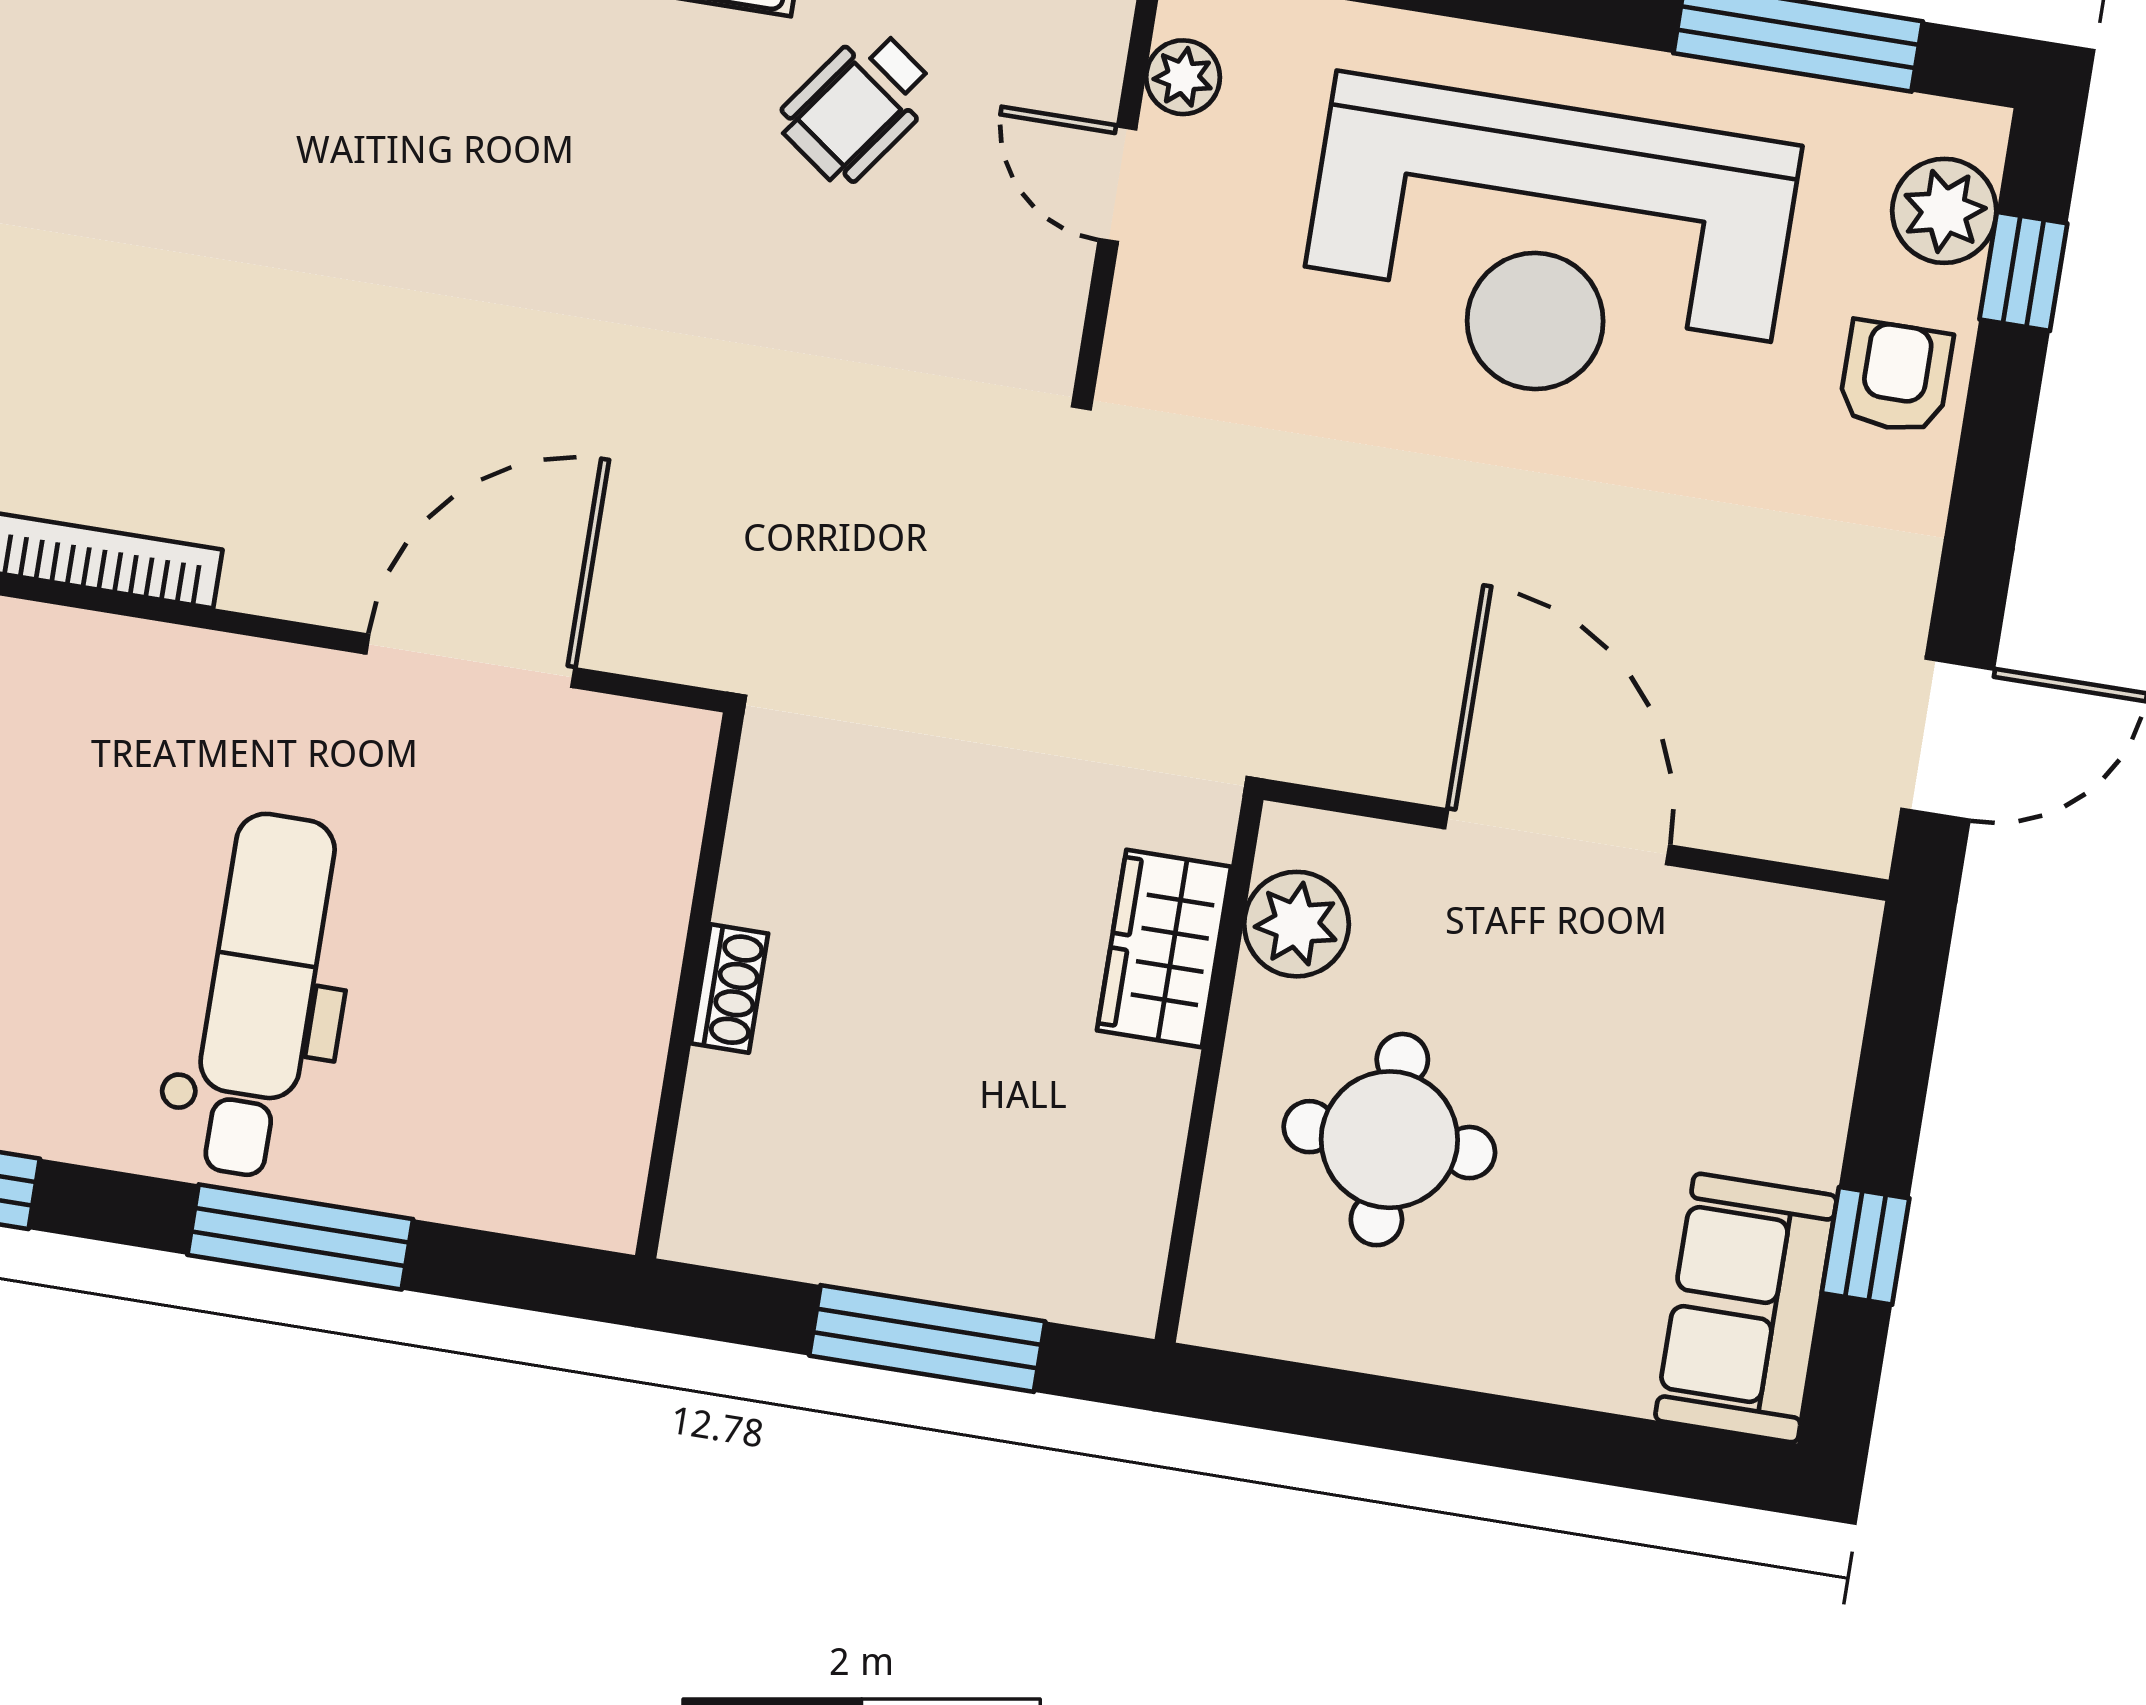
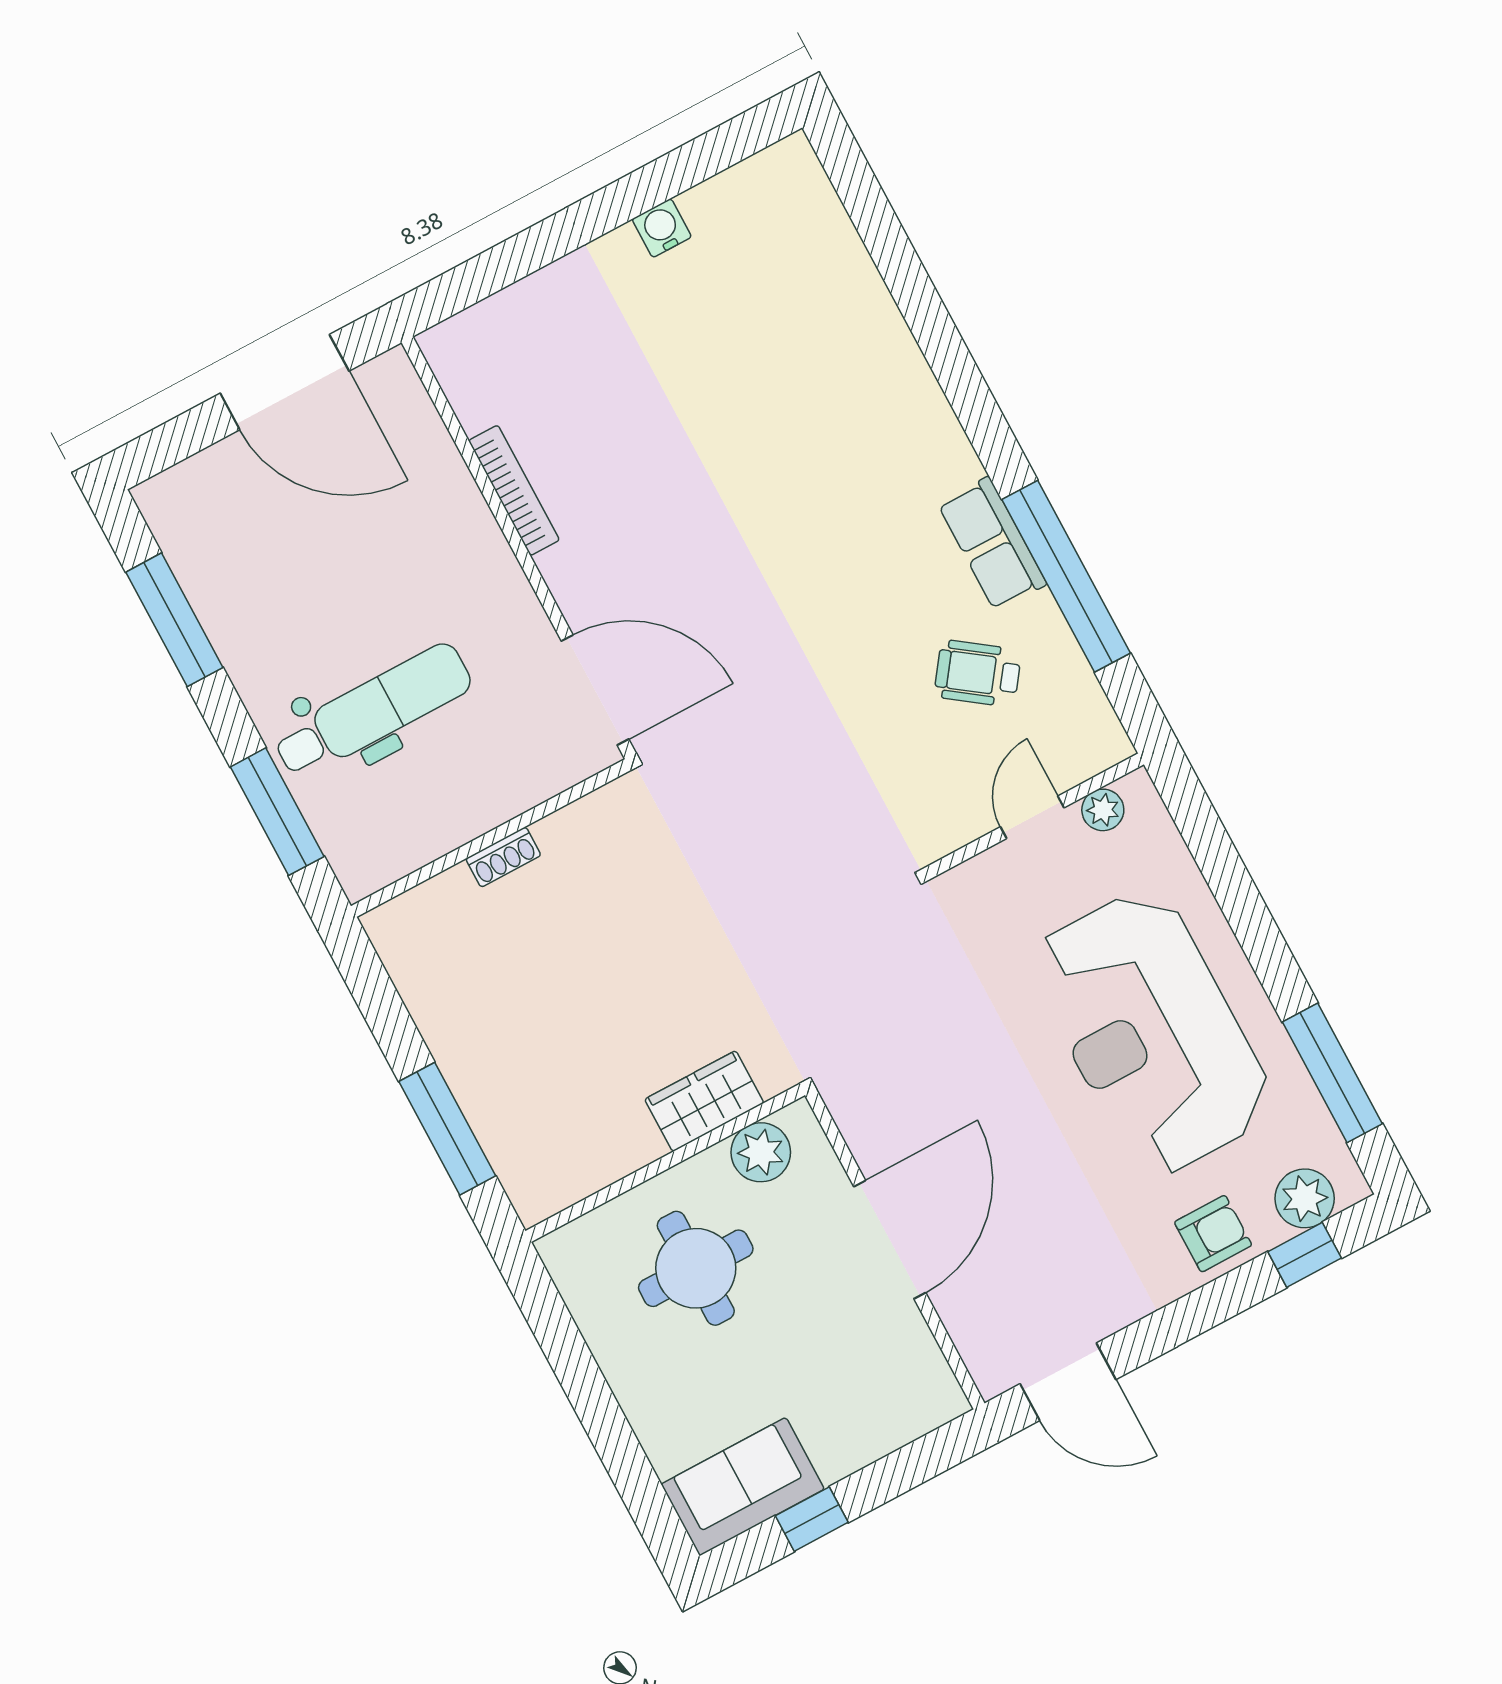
wall: (689, 986) -> (491, 838), moved
shoe rack: (730, 989) -> (503, 857), moved

